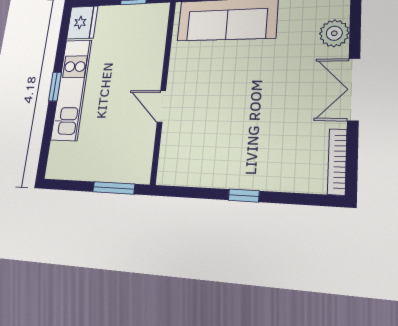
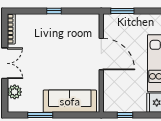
door: (161, 106) -> (101, 54), width x1.88

